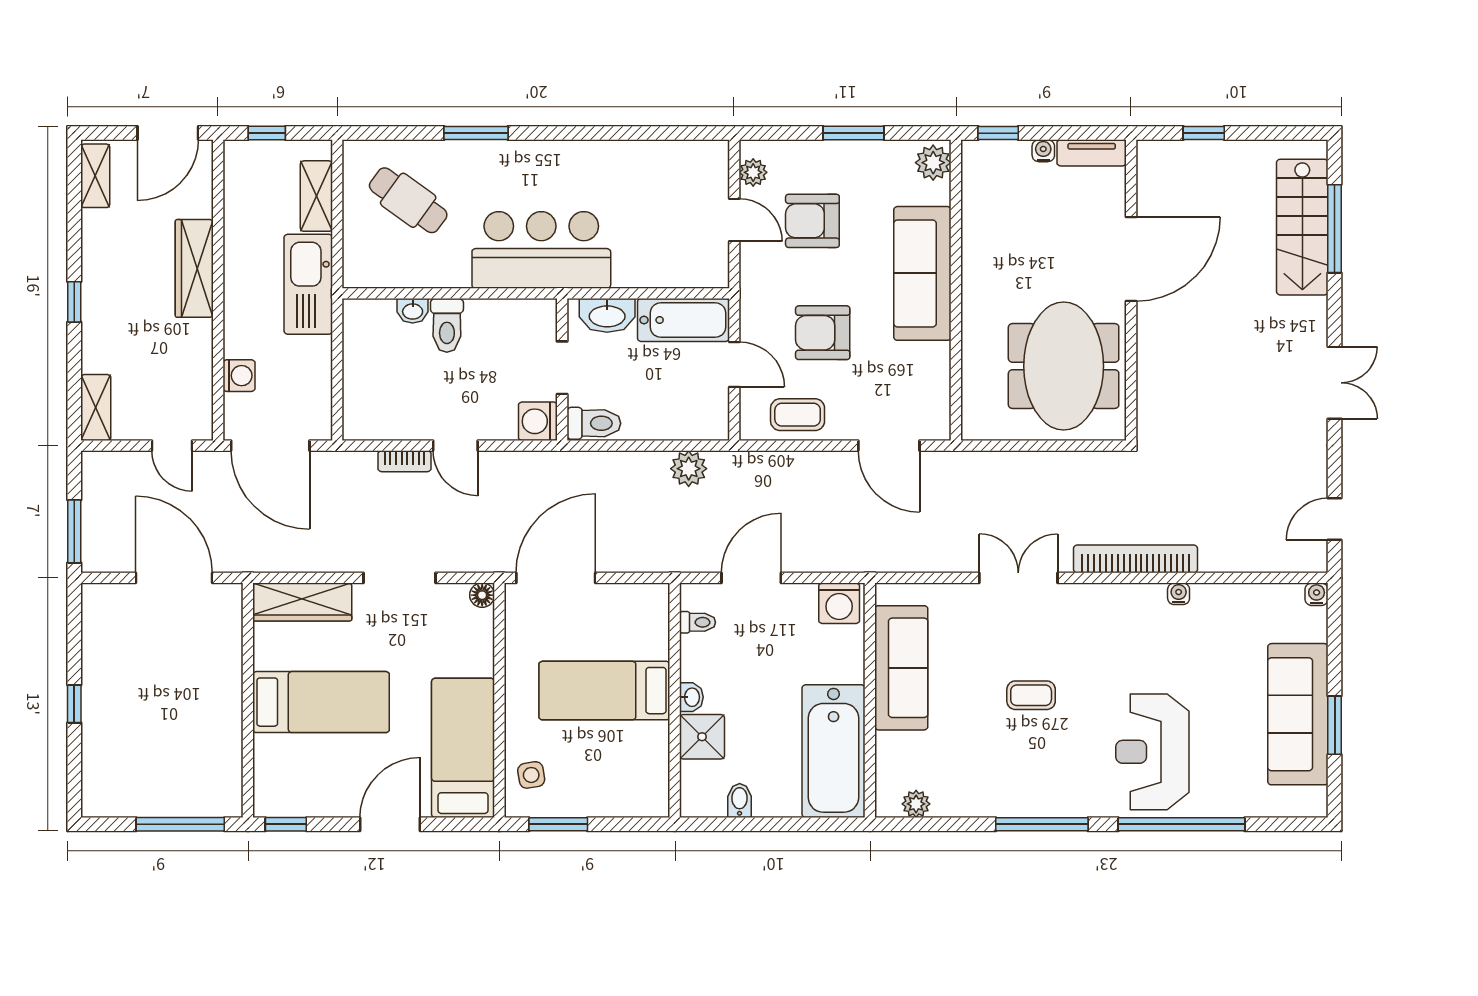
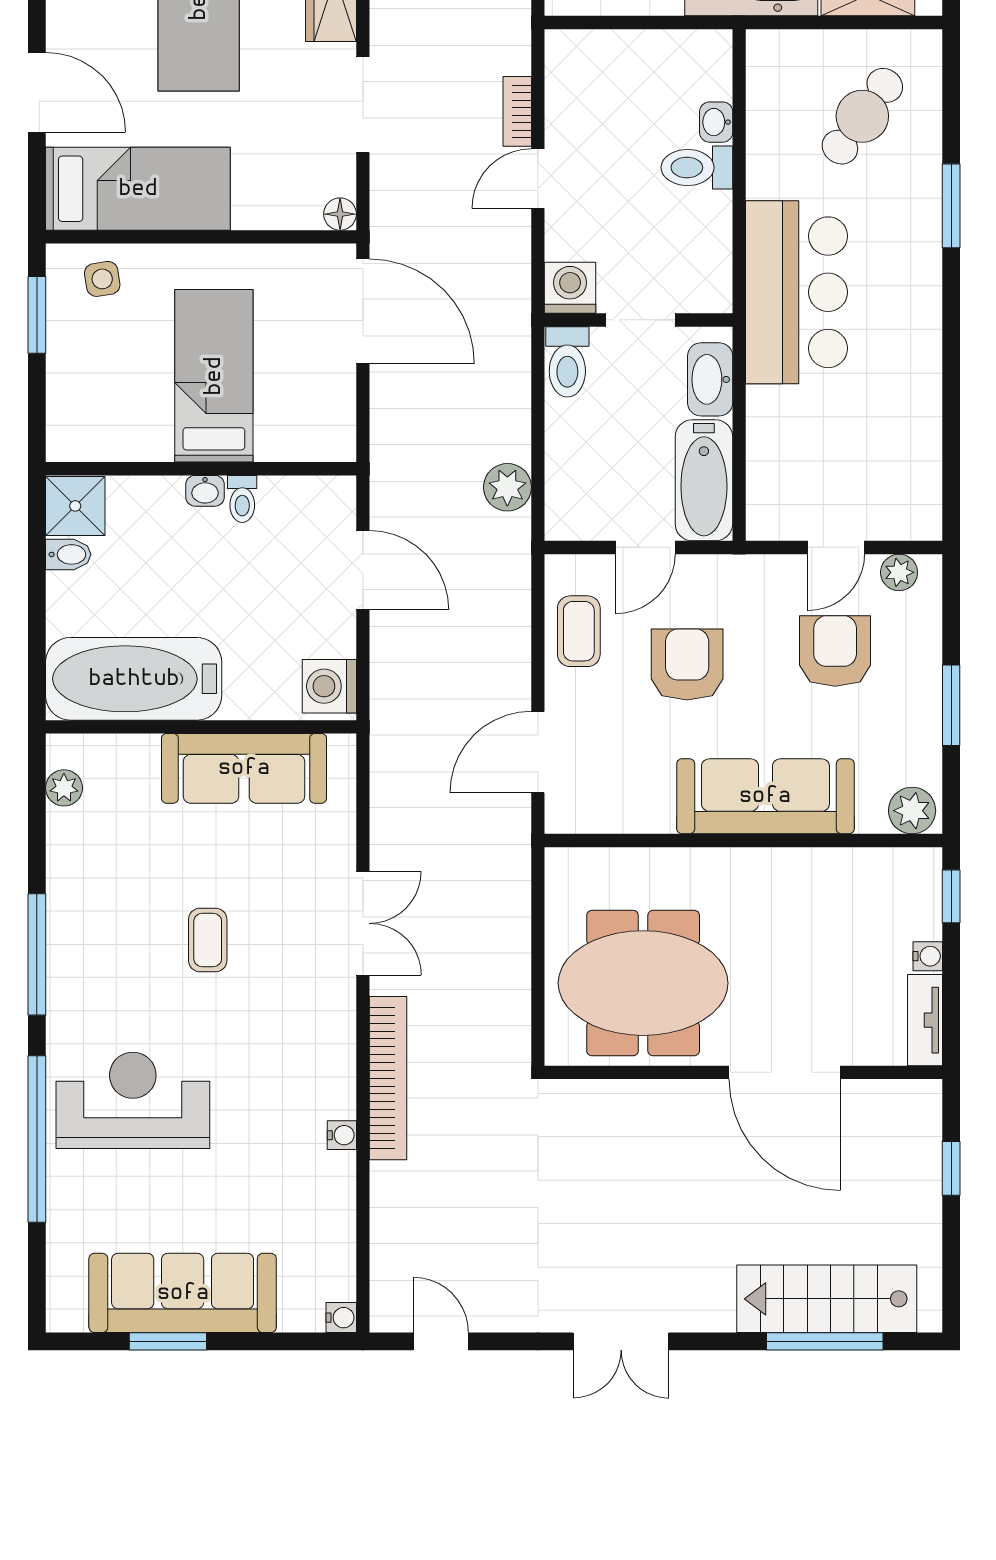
toilet: (698, 622) -> (242, 499), moved
shower: (702, 737) -> (75, 506), moved

